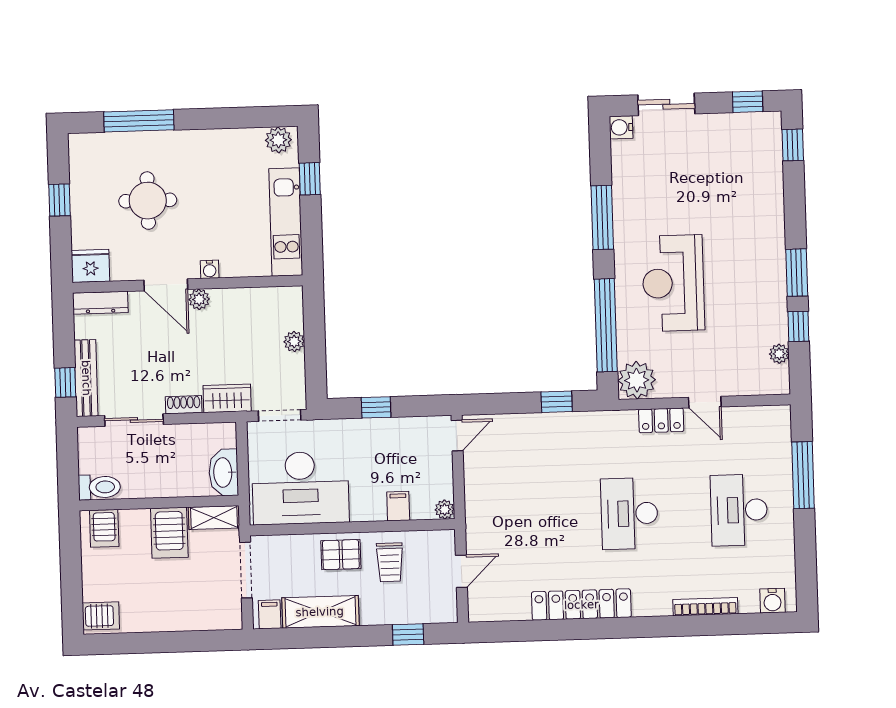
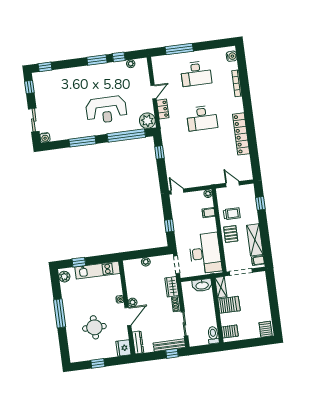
window: (139, 121) -> (60, 313), moved

